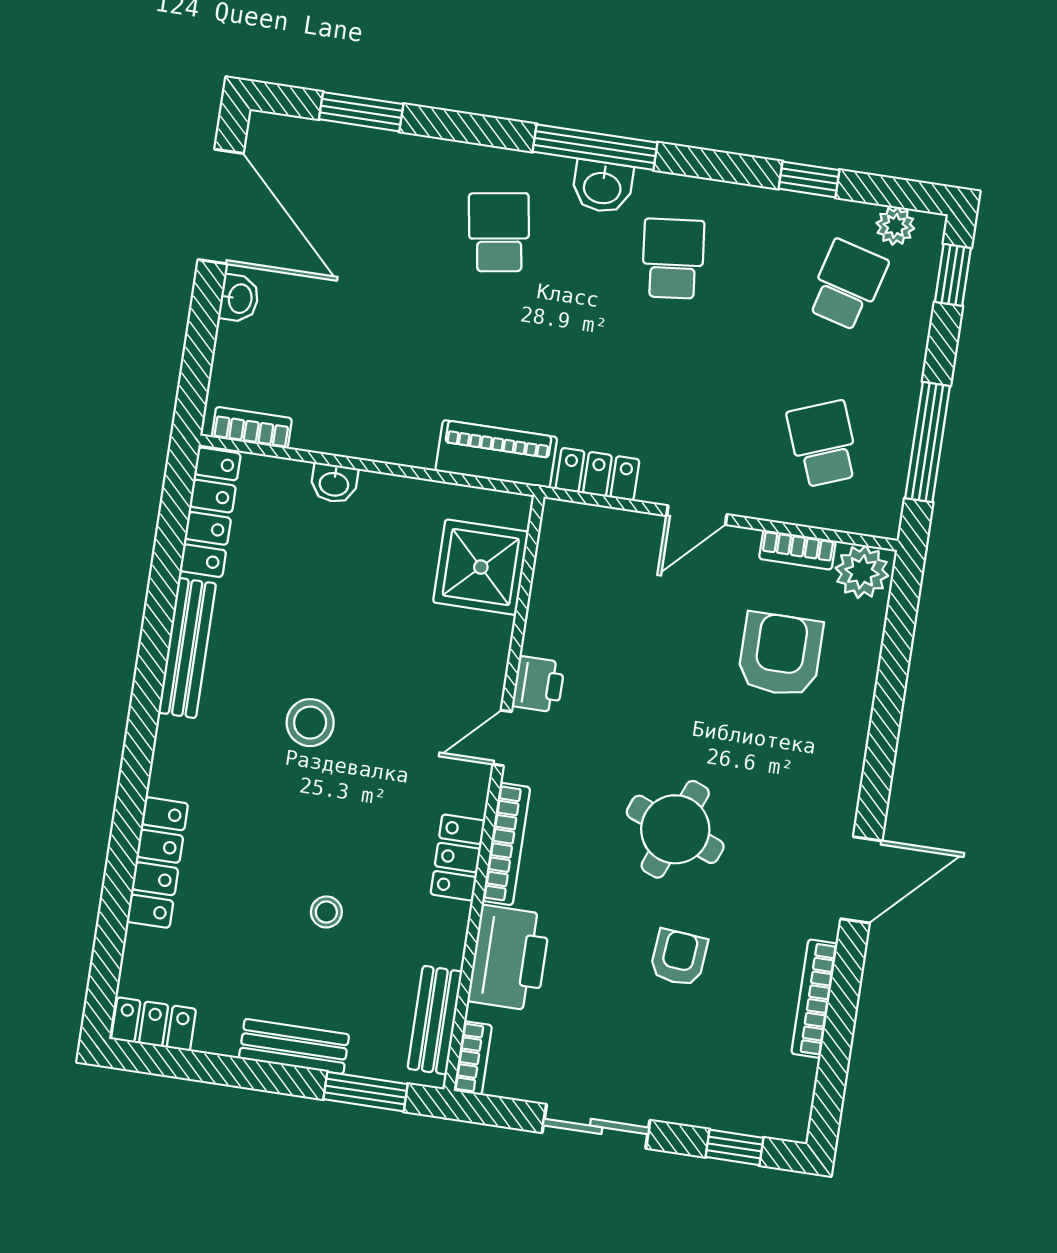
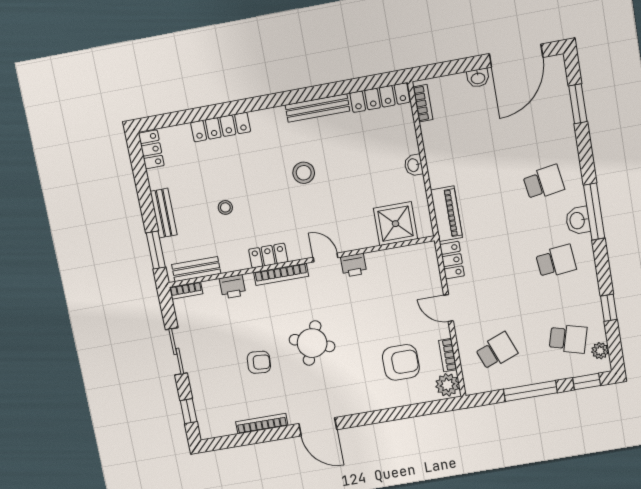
window: (928, 442) -> (530, 391), moved
washbasin: (334, 483) -> (414, 165), moved
printer: (509, 958) -> (233, 287), width x0.53, depth x0.68

